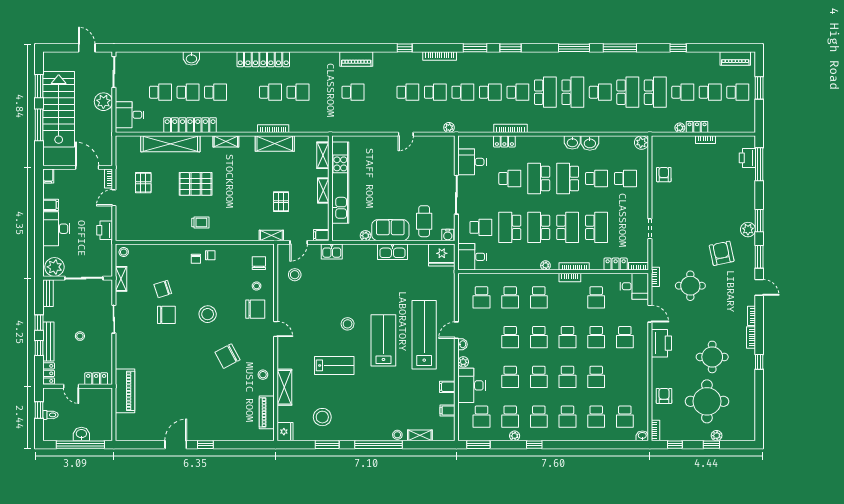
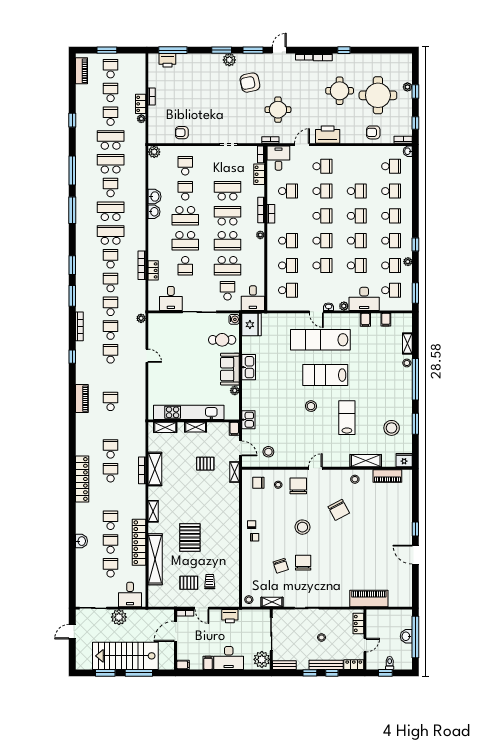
school desk: (510, 178) -> (185, 266), turned 180
trolley: (200, 223) -> (210, 582), moved

